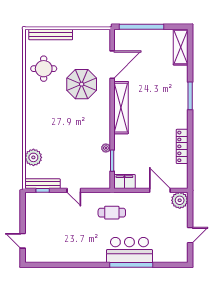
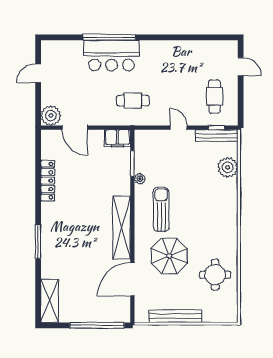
bench: (51, 34) -> (175, 316), moved
sun lounger: (88, 123) -> (161, 209), added
cafe table: (44, 216) -> (215, 96), added

